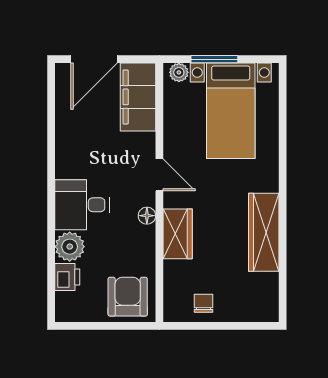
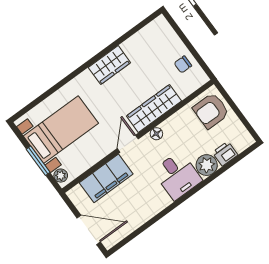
filing cabinet: (138, 97) -> (106, 178), moved
wardrobe: (264, 232) -> (109, 65), width x0.67
wardrobe: (178, 234) -> (154, 108), width x1.50

